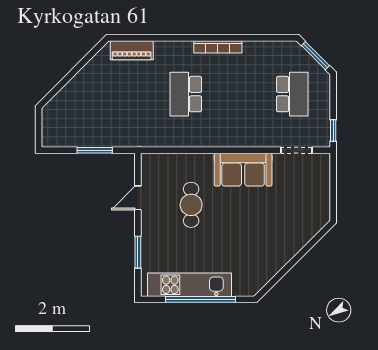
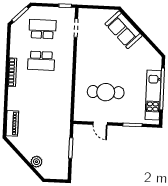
plant: (69, 94) -> (36, 162), added
school desk: (186, 94) -> (41, 61), moved
sofa: (243, 170) -> (124, 30), moved, turned 135
cafe table: (191, 205) -> (106, 92), width x1.37, depth x1.35

